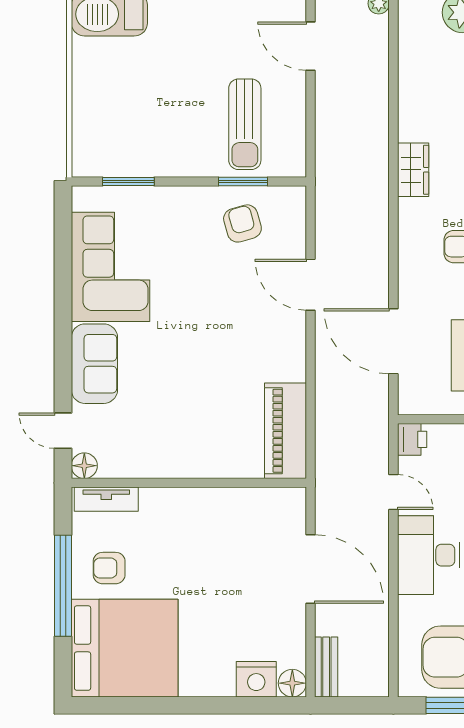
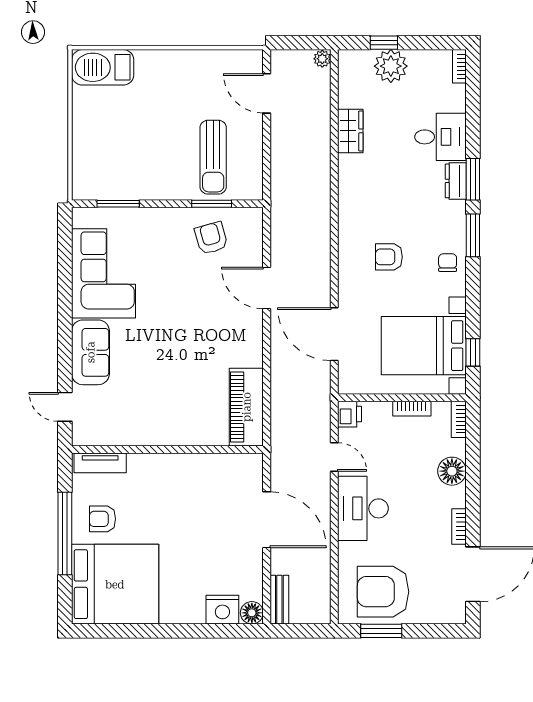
wardrobe: (413, 170) -> (350, 131), moved
floor lamp: (84, 466) -> (82, 436), removed

